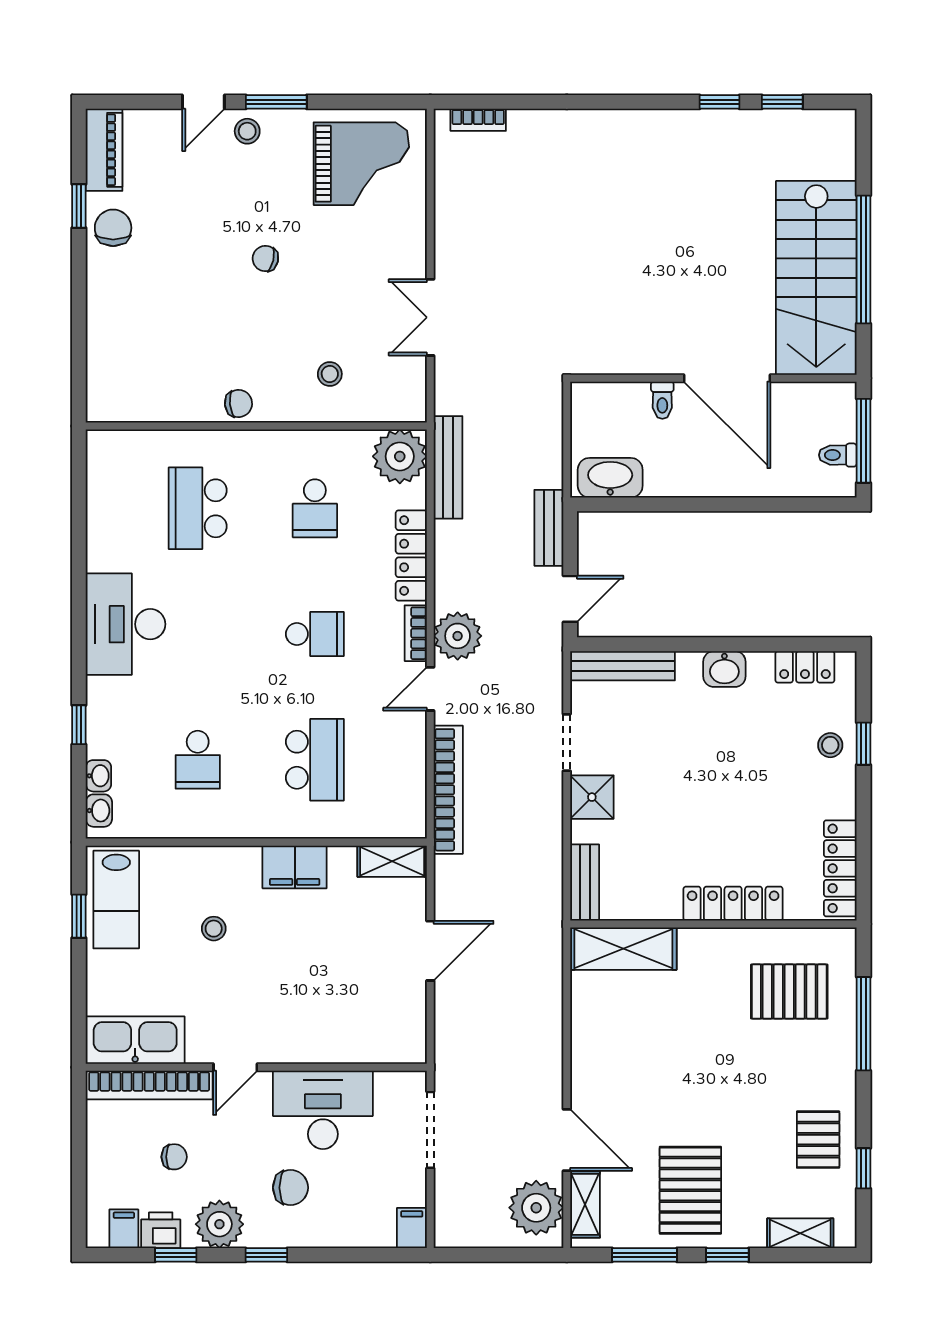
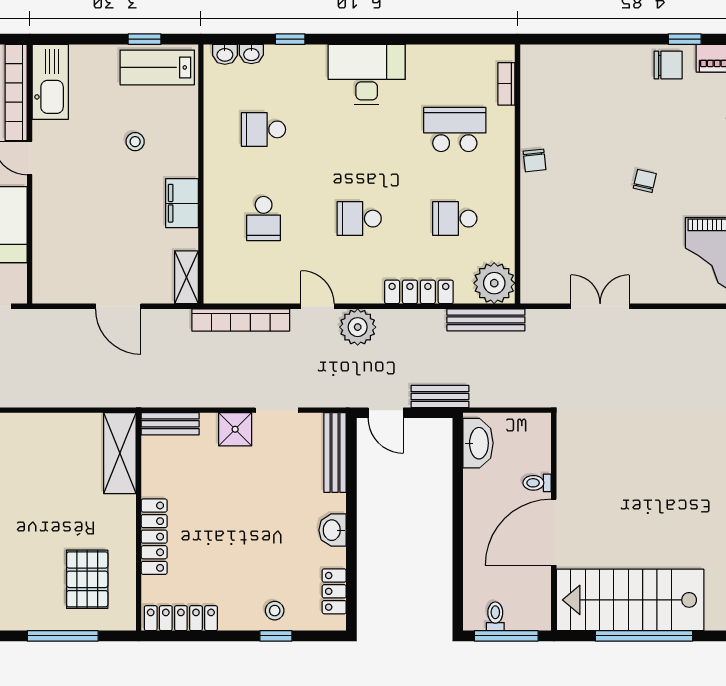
stool: (330, 374) -> (557, 230), removed
bookcase: (416, 633) -> (506, 84), moved, turned -90
school desk: (315, 634) -> (359, 219), turned 90
school desk: (315, 760) -> (264, 219), width x0.54

